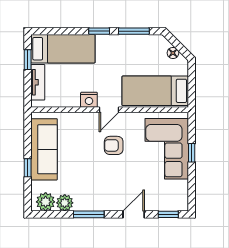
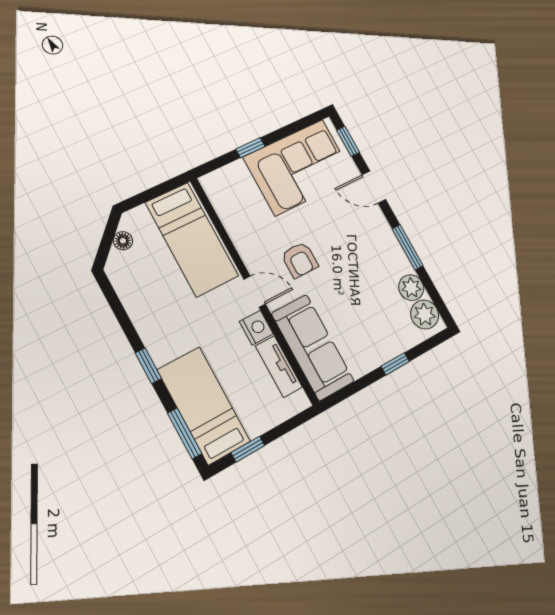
window: (134, 31) -> (185, 433), moved
tv unit: (38, 82) -> (279, 367), moved, turned -90
sofa: (44, 149) -> (313, 347), moved, turned 90
corner sofa: (167, 149) -> (299, 167), moved

